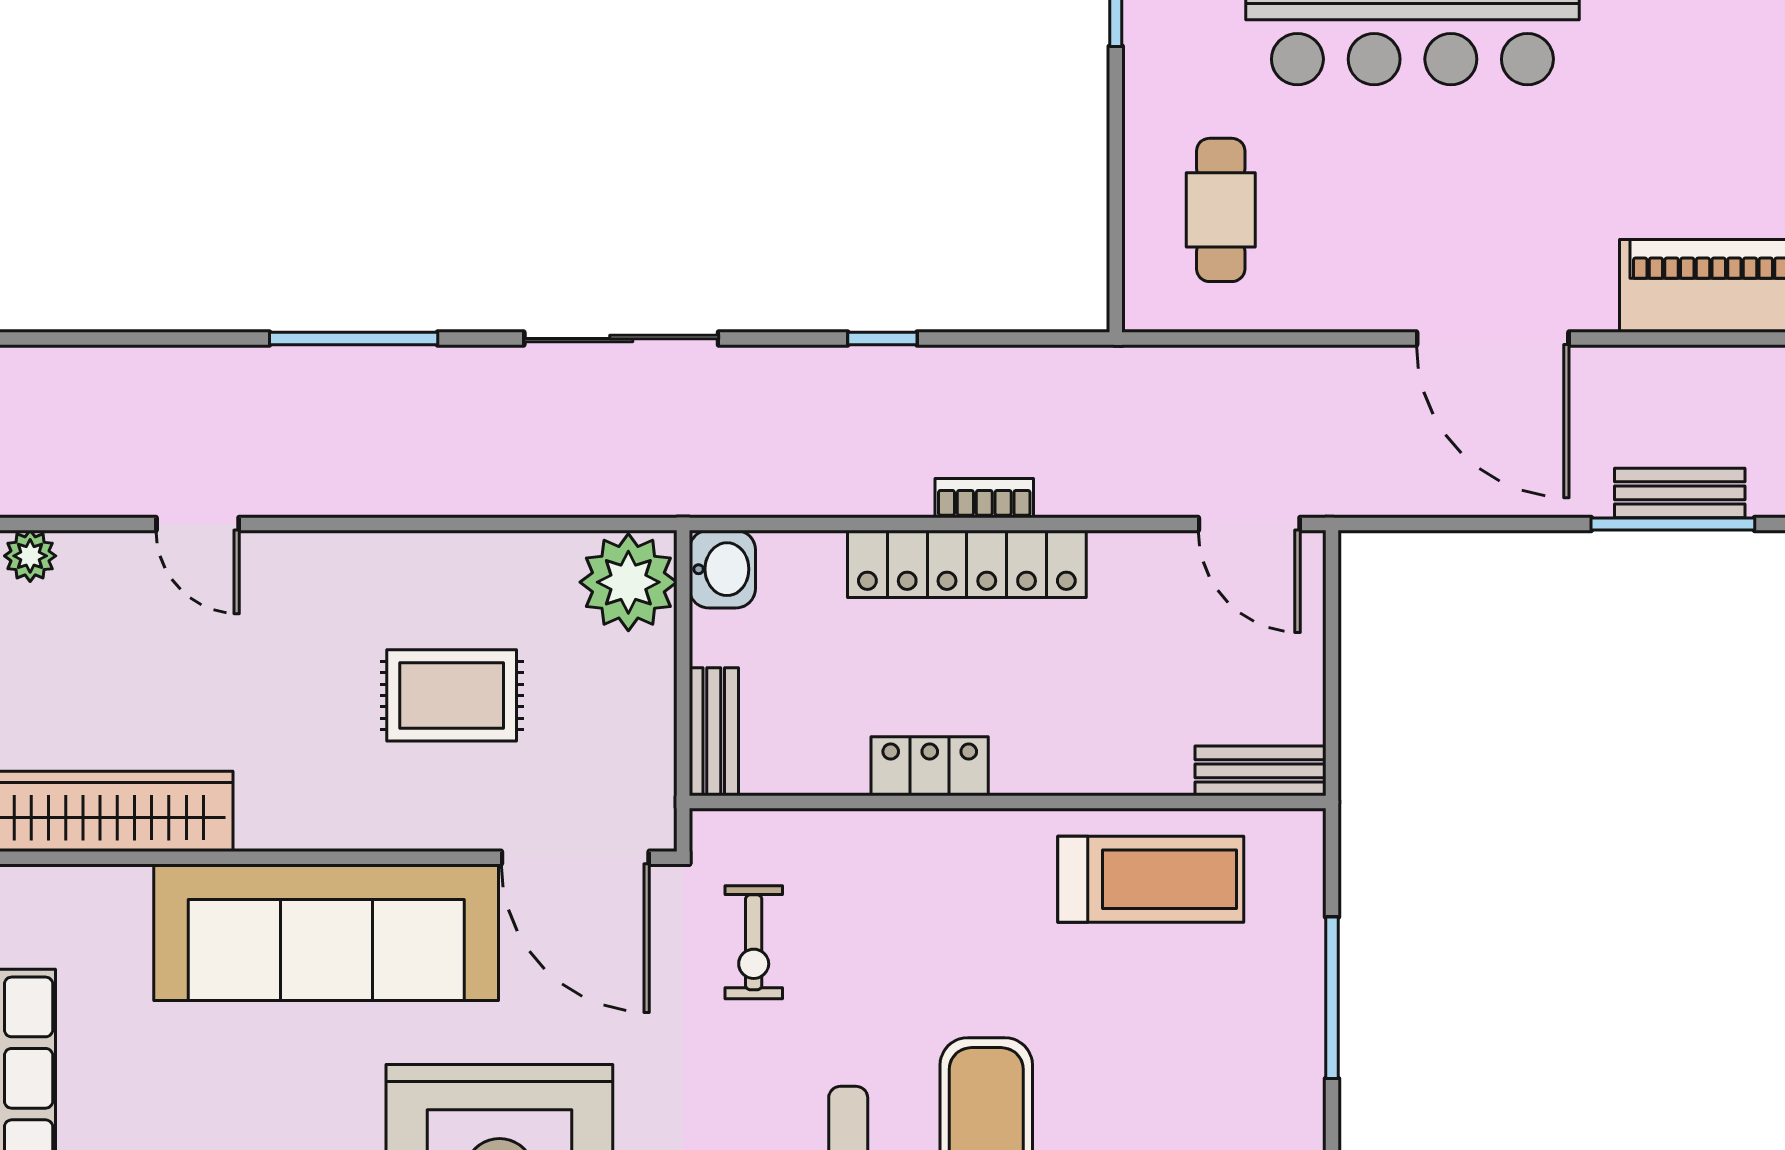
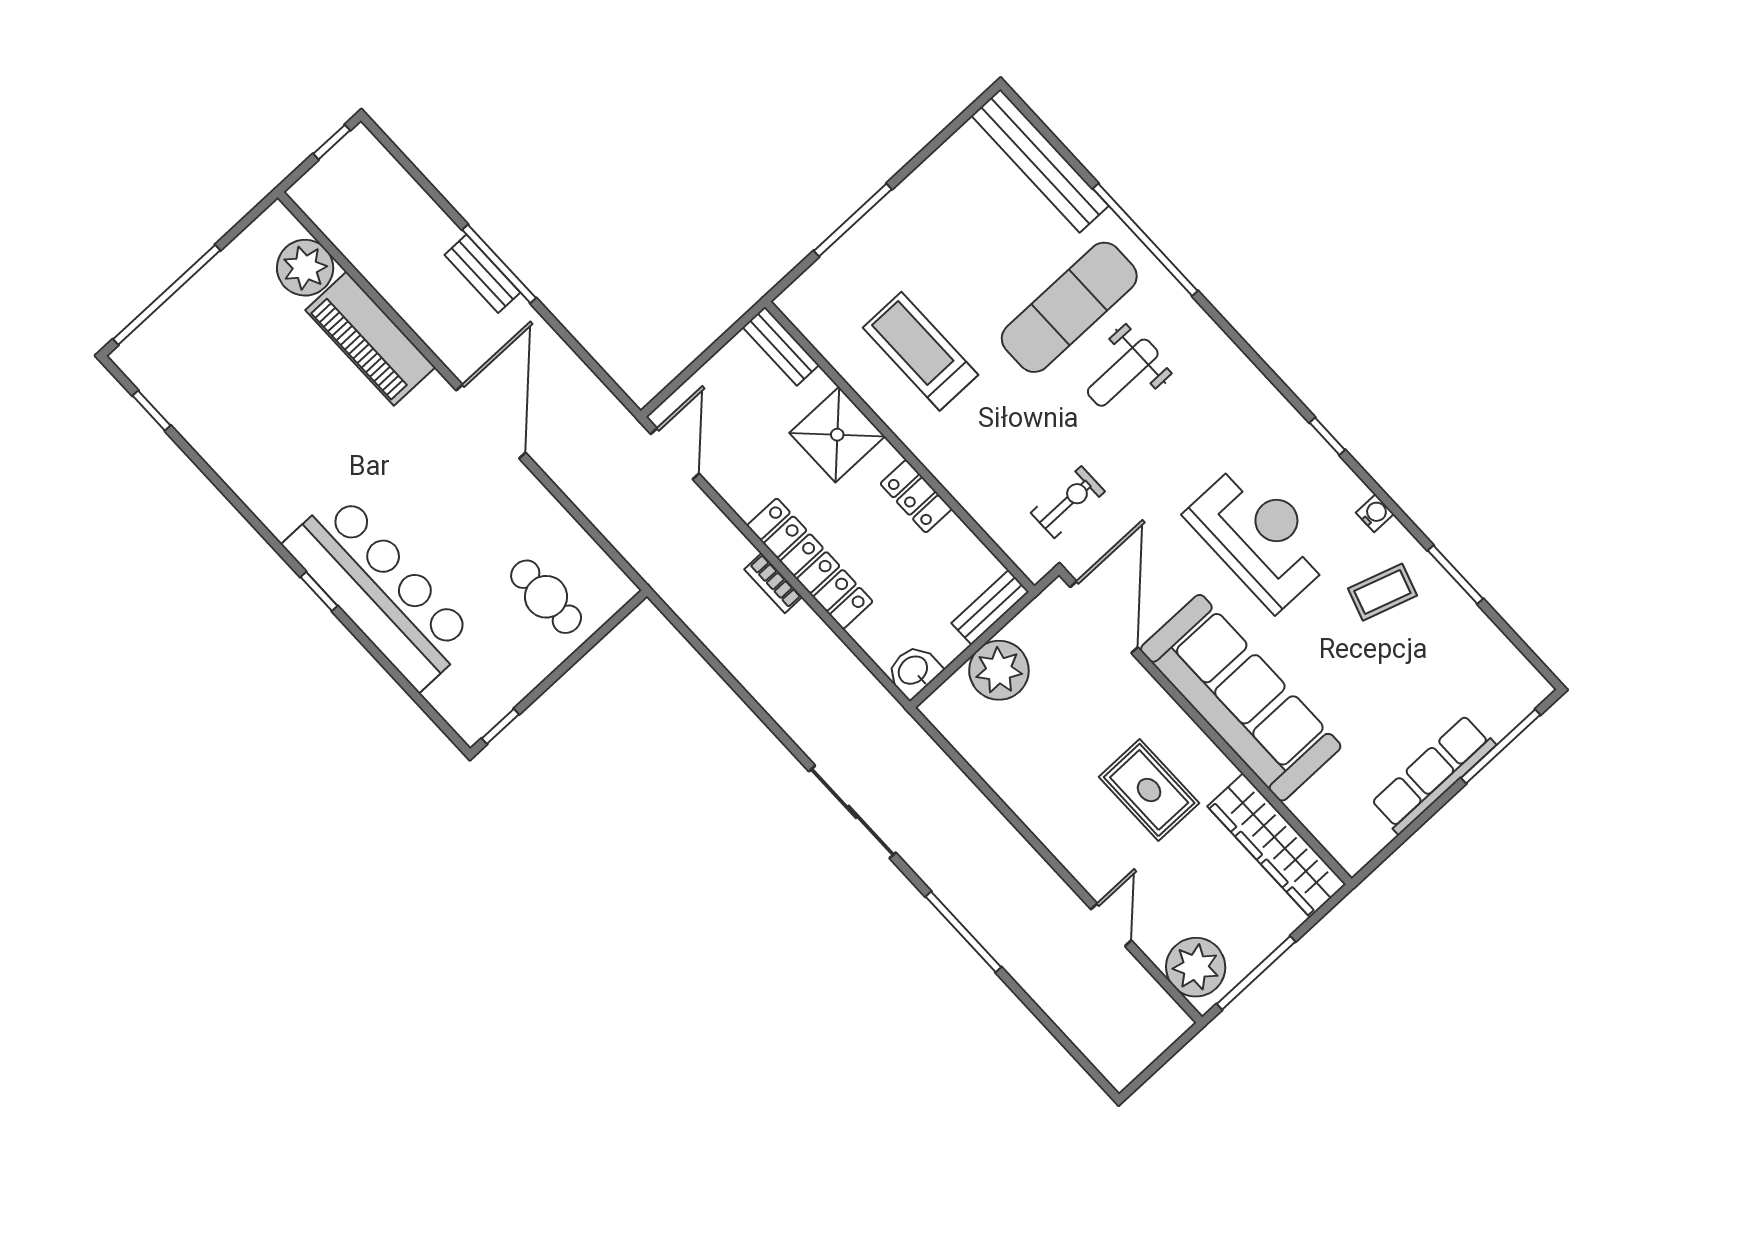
cafe table: (1221, 210) -> (546, 597), turned 90
window: (882, 339) -> (744, 695), removed
plant: (30, 556) -> (1196, 967), width x1.88, depth x1.88
plant: (628, 582) -> (999, 670), moved
rug: (452, 695) -> (1149, 790), moved
shower: (1091, 740) -> (837, 435), added
treadmill: (1151, 879) -> (920, 351), moved

